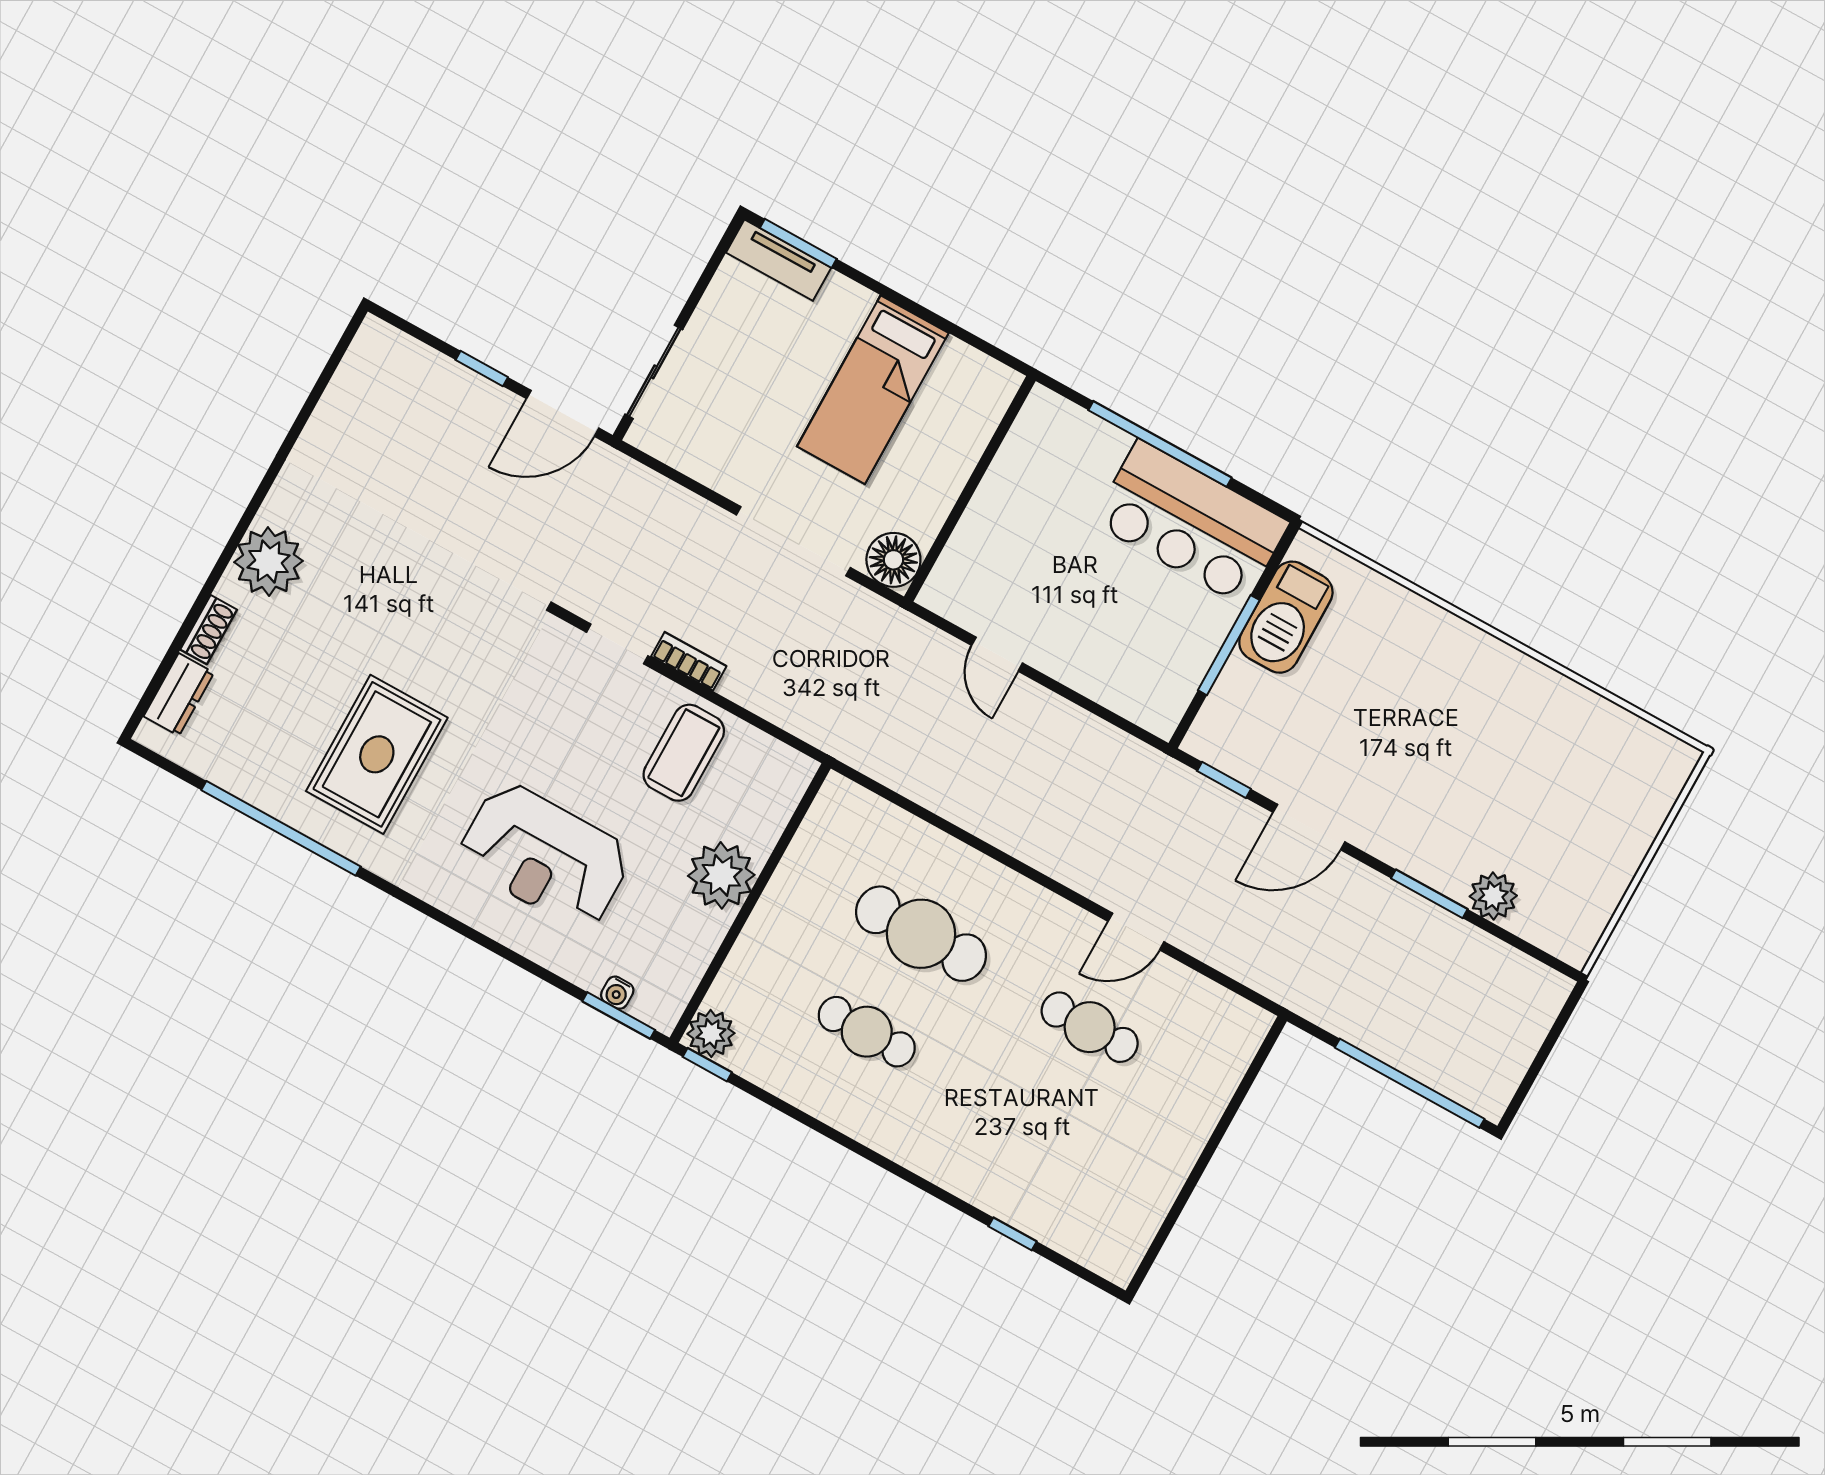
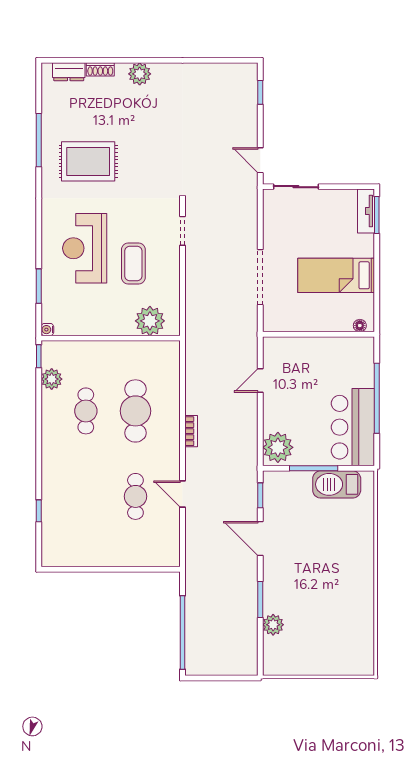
window: (482, 368) -> (260, 92), moved
door: (563, 413) -> (260, 160), width x0.73
floor lamp: (893, 560) -> (360, 326), moved, width x0.53, depth x0.53
plant: (269, 562) -> (140, 74), width x0.73, depth x0.73
bookcase: (689, 661) -> (191, 431), moved
plant: (1148, 693) -> (278, 447), added
coffee table: (684, 753) -> (133, 264), moved, turned 90
window: (281, 828) -> (39, 140), width x0.68
plant: (721, 875) -> (150, 321), moved
water cooler: (617, 993) -> (47, 330), moved
window: (619, 1016) -> (39, 286), moved
plant: (711, 1034) -> (52, 379), moved

